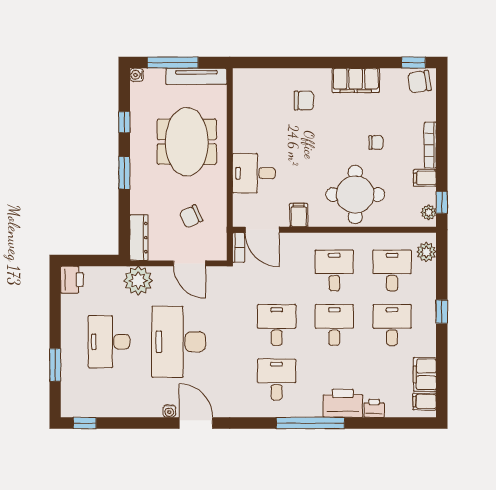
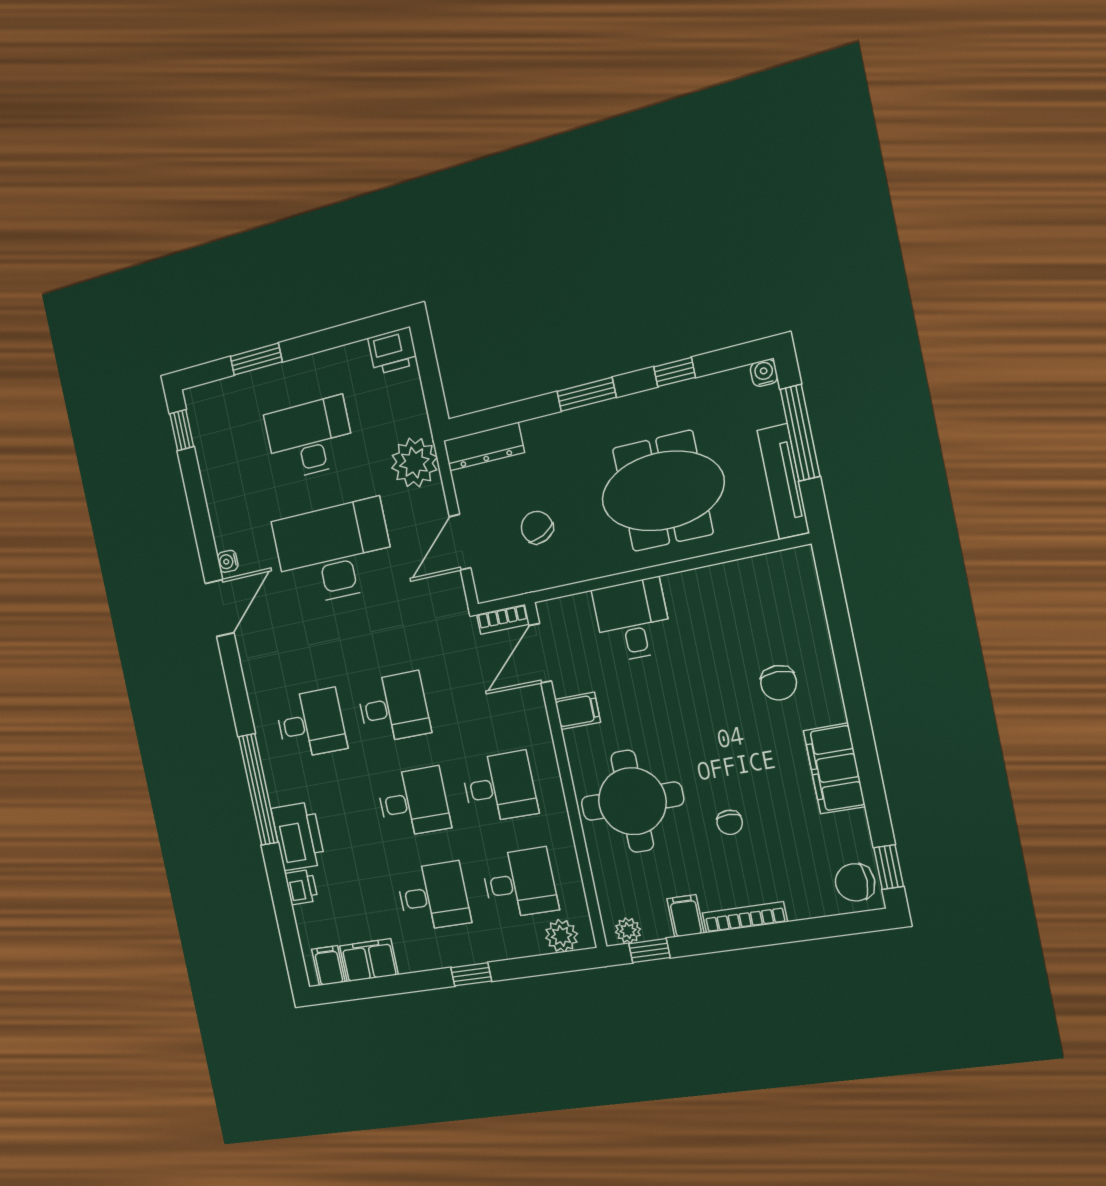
chair: (419, 82) -> (855, 882), turned -81

